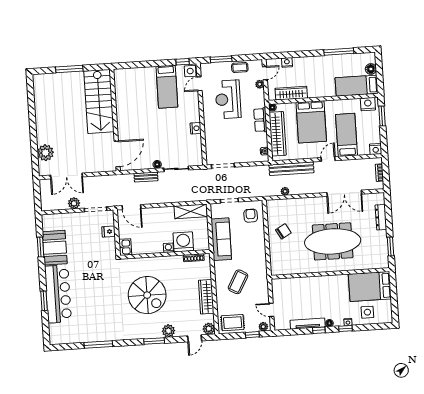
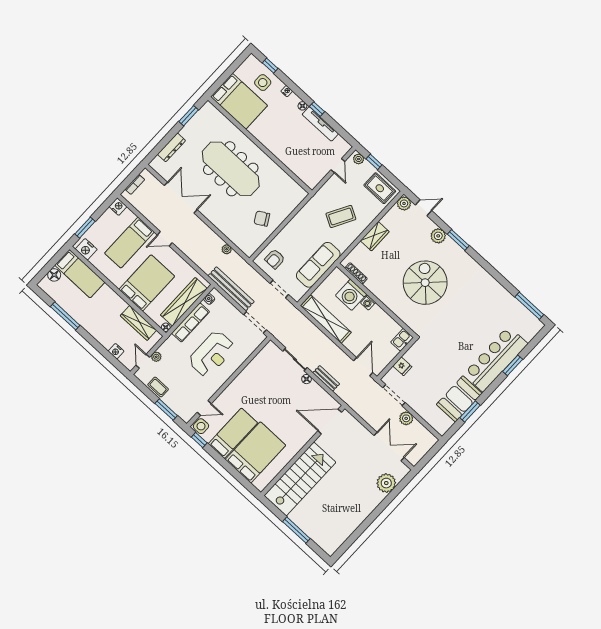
door: (265, 73) -> (143, 361), hinge flipped
bed: (142, 89) -> (255, 452), added
reception desk: (228, 99) -> (212, 354), moved
row of seats: (260, 120) -> (191, 322), width x1.48
nightstand: (196, 128) -> (245, 376), removed
bench: (291, 169) -> (231, 289), moved
shelving: (191, 211) -> (326, 319), width x1.47
wardrobe: (206, 297) -> (375, 236), width x0.67
window: (345, 329) -> (270, 66), moved
window: (98, 345) -> (529, 306), moved

